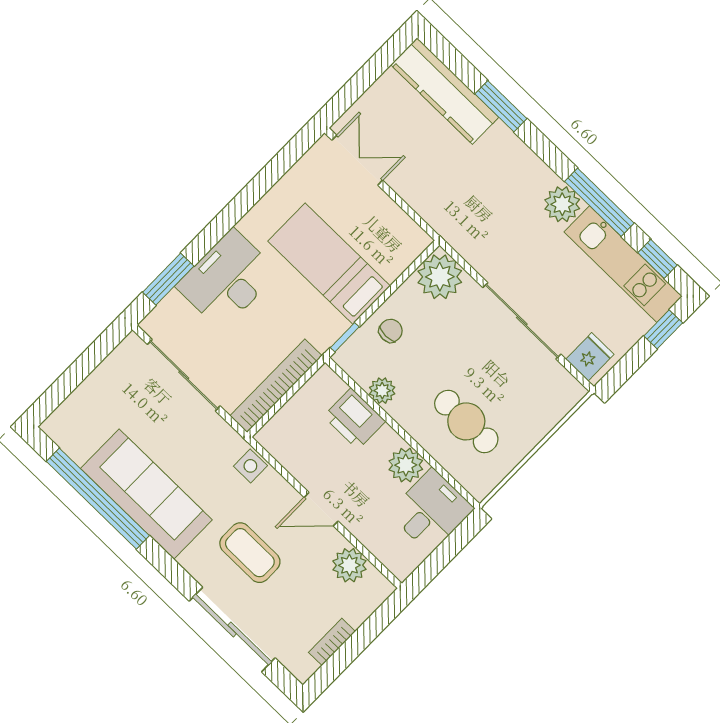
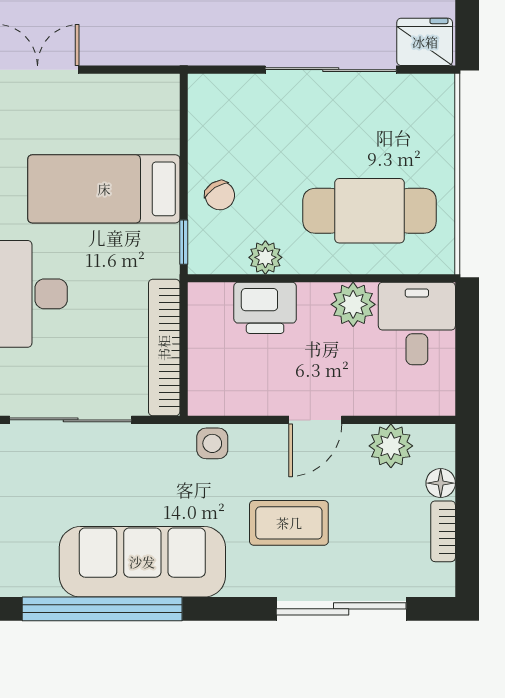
plant: (440, 277) -> (217, 102), removed
chair: (391, 331) -> (220, 195), turned 147
fridge: (590, 357) -> (425, 42), width x1.38
cafe table: (466, 421) -> (370, 211), width x1.37, depth x1.35
floor lamp: (357, 613) -> (441, 483), added

